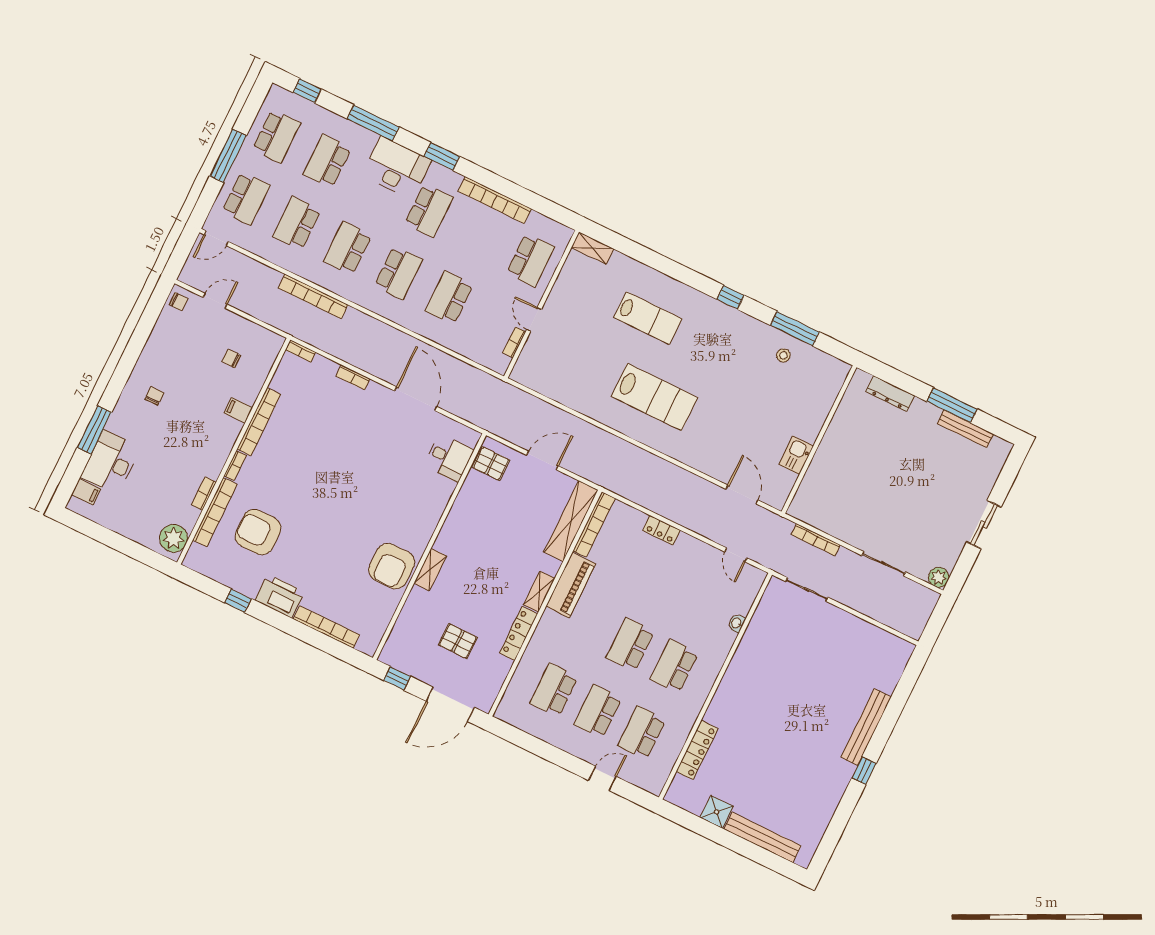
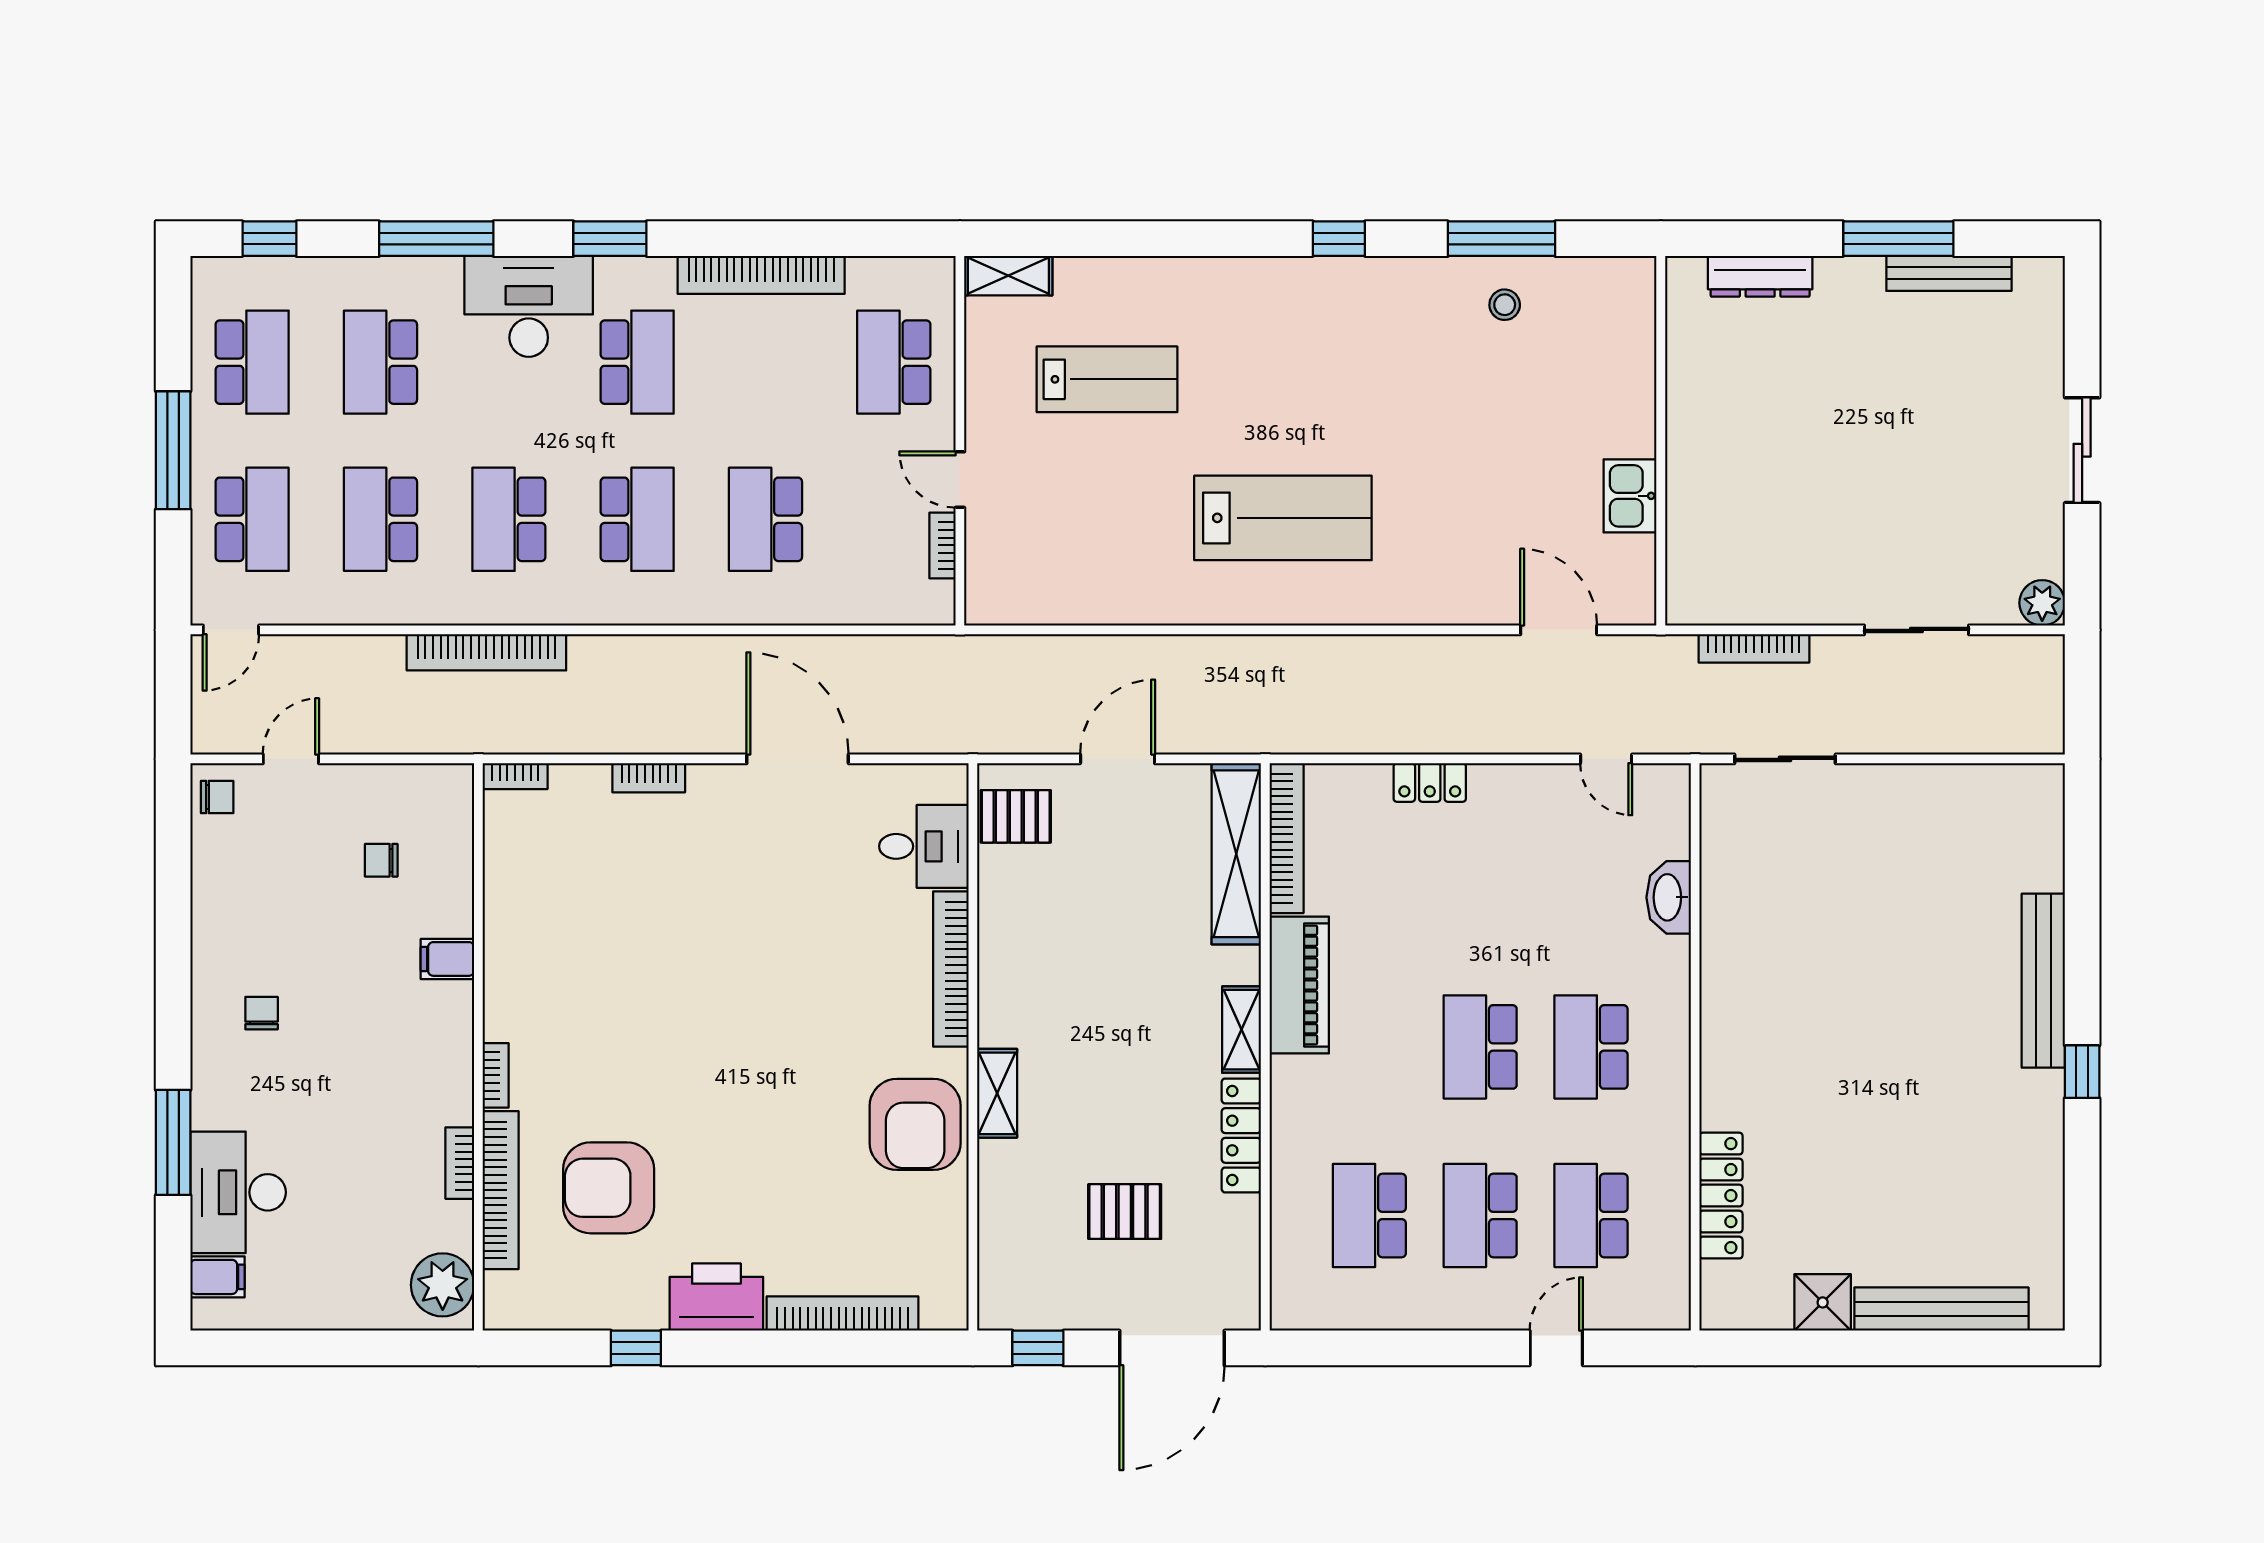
school desk: (530, 260) -> (894, 362), turned 180
lab bench: (648, 318) -> (1107, 379), moved
bookcase: (259, 422) -> (951, 969), moved, turned 180
washbasin: (737, 623) -> (1669, 897), width x1.91, depth x1.45

